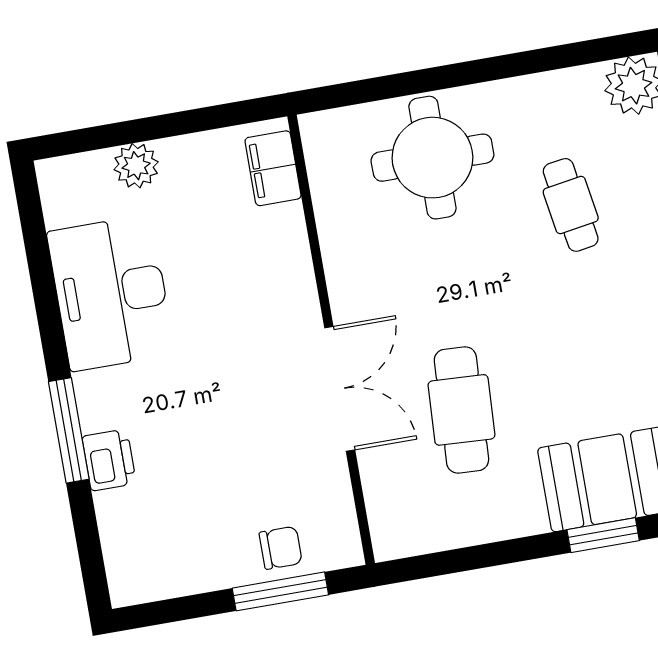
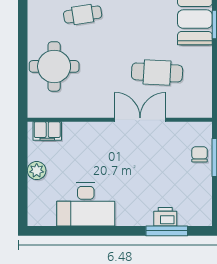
plant: (136, 166) -> (37, 171), moved
window: (69, 430) -> (167, 231), moved
printer: (109, 460) -> (165, 217), moved

